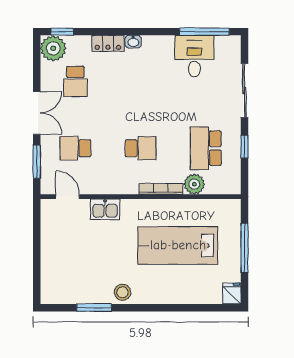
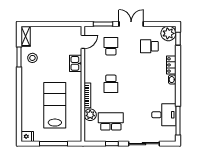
double door: (37, 113) -> (131, 24), swing flipped
stool: (122, 292) -> (32, 58), moved
shelving: (58, 296) -> (26, 36), added

